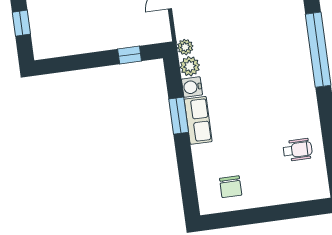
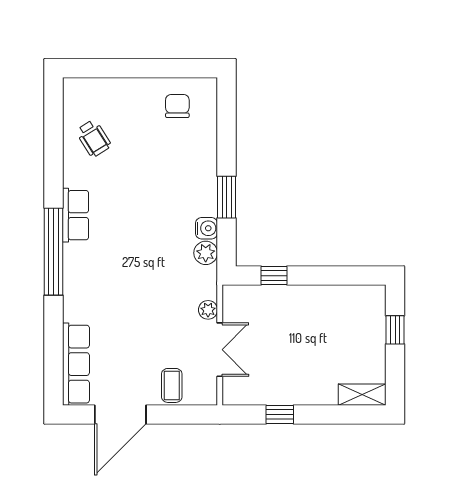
plant: (185, 47) -> (208, 310), moved
row of seats: (198, 120) -> (76, 215), moved, turned 180
wheelchair: (298, 150) -> (93, 138), turned -122

